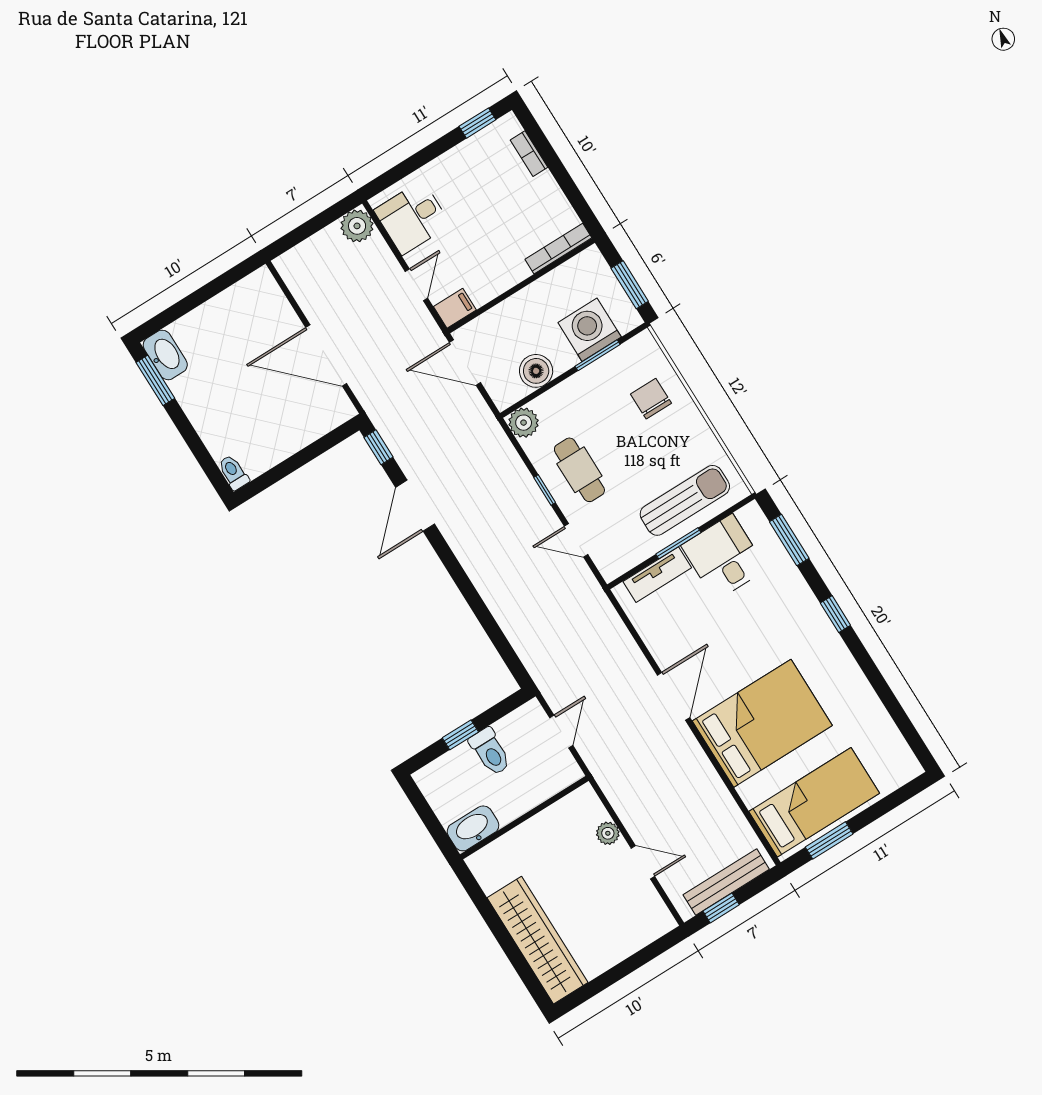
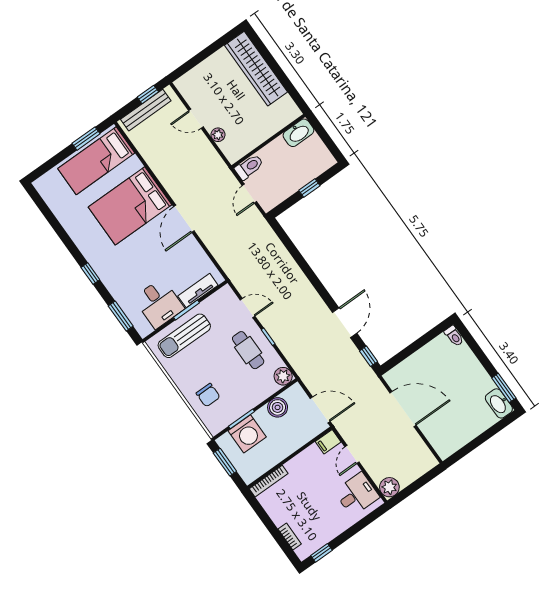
toilet: (490, 752) -> (249, 167), moved, turned 90

